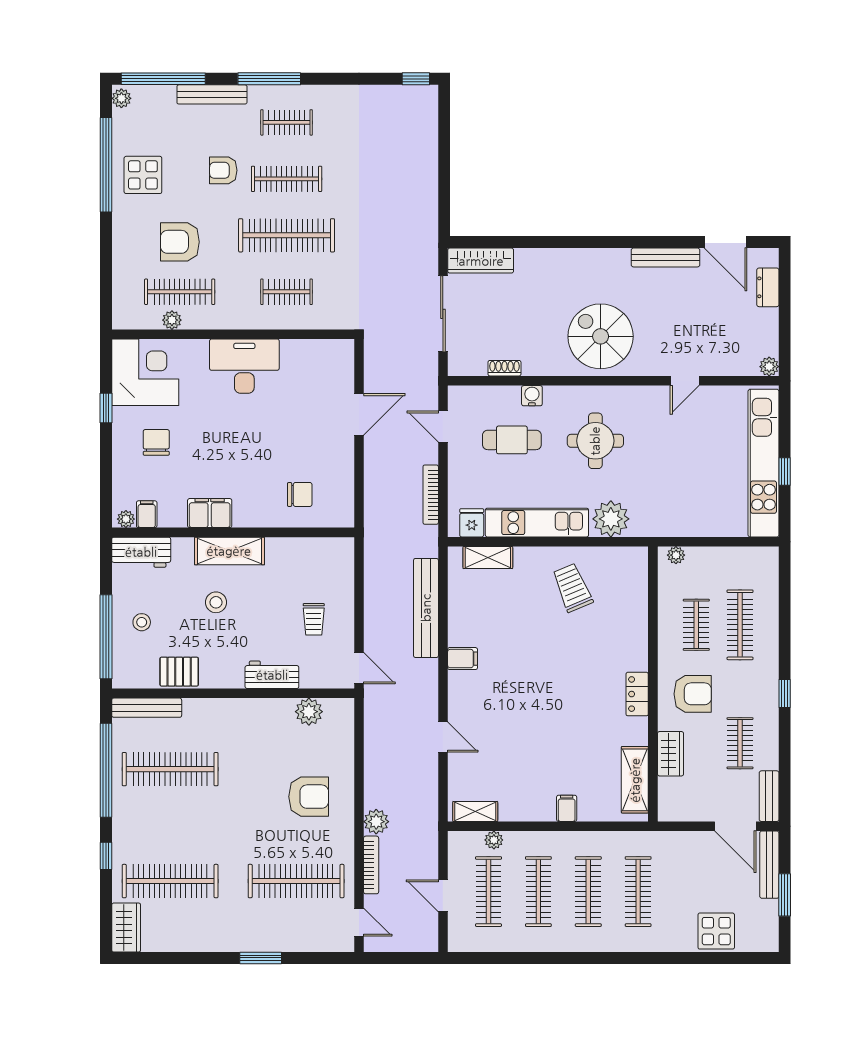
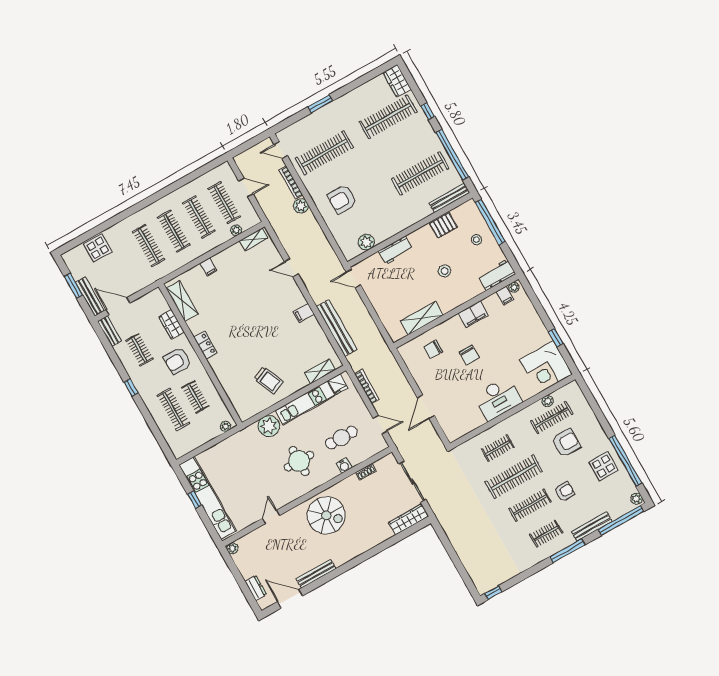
chair: (156, 442) -> (469, 355), moved
shelving: (229, 551) -> (422, 318), moved
trolley: (314, 619) -> (390, 290), removed

